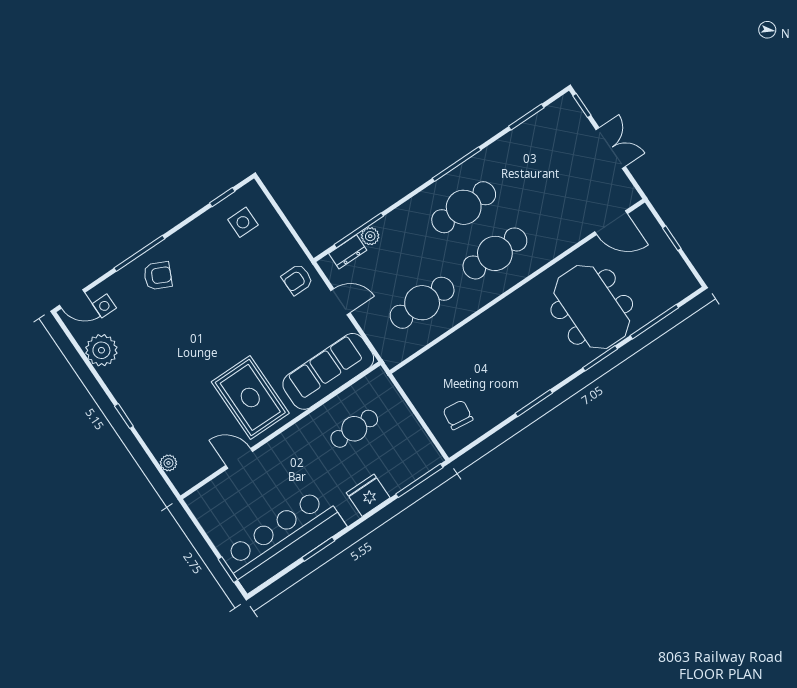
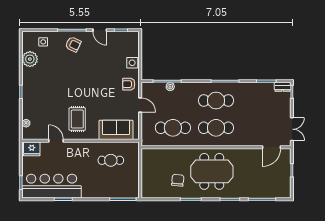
double door: (611, 148) -> (292, 129), moved
side table: (243, 222) -> (132, 63), moved
door: (611, 223) -> (271, 147), hinge flipped
dresser: (348, 252) -> (283, 87), moved
door: (72, 299) -> (100, 30), moved
meeting table: (592, 307) -> (212, 171), moved, turned 90
sofa: (328, 371) -> (116, 130), width x0.73
rug: (250, 397) -> (77, 119), width x0.73, depth x0.70
chair: (458, 415) -> (178, 180), moved
fridge: (368, 495) -> (32, 149), moved, turned 180

